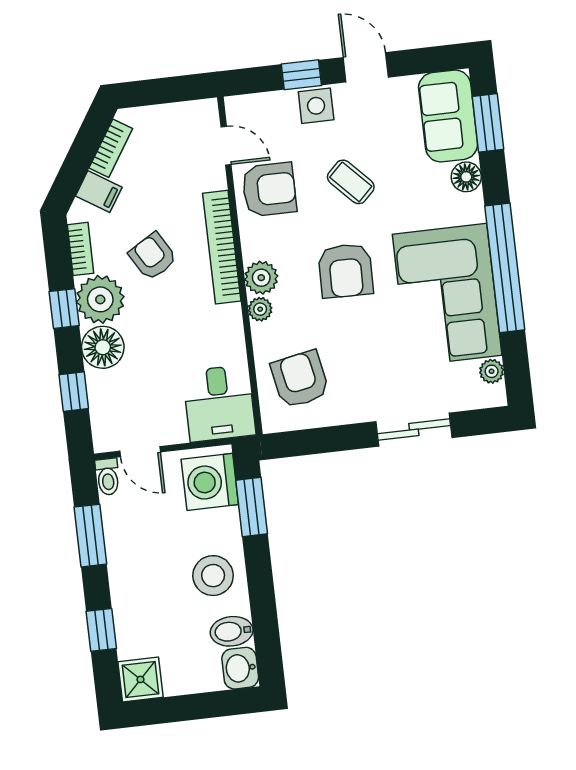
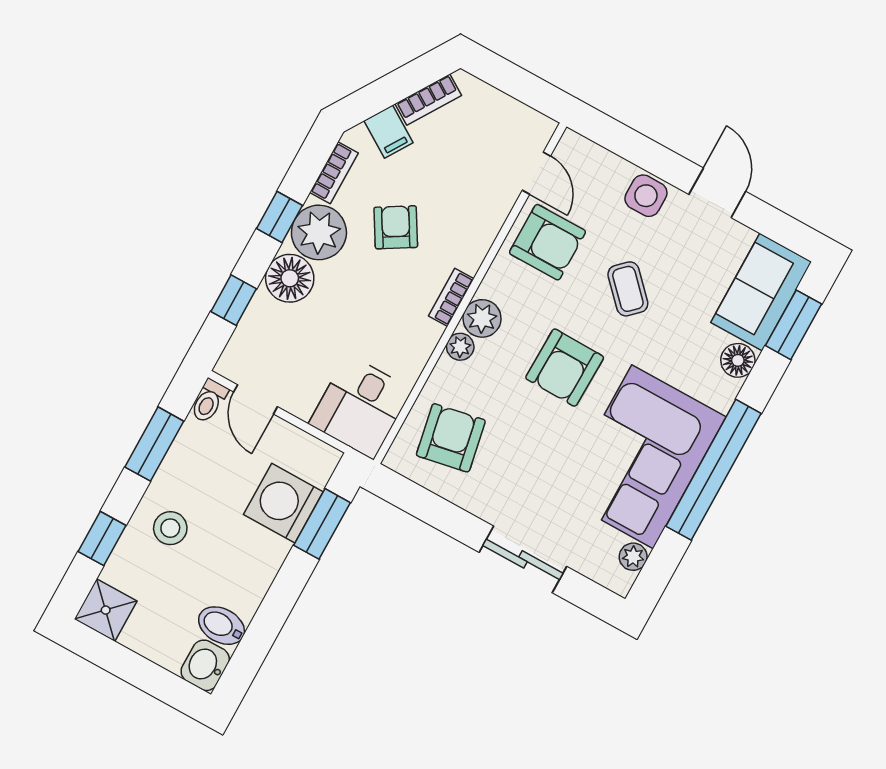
window: (301, 75) -> (653, 157), removed
bookcase: (222, 247) -> (451, 297), width x0.43, depth x0.76
washing machine: (210, 482) -> (283, 503), moved
stool: (213, 576) -> (170, 528), moved, width x0.73, depth x0.73

